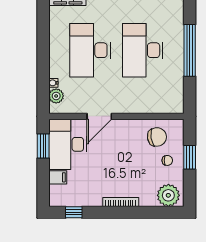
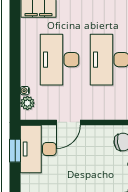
filing cabinet: (58, 177) -> (29, 180), removed

